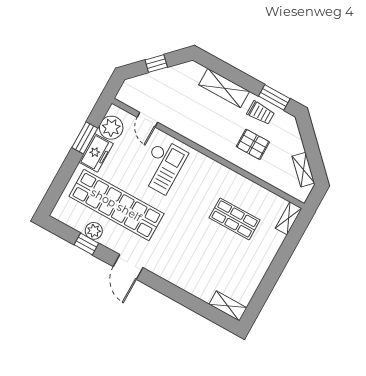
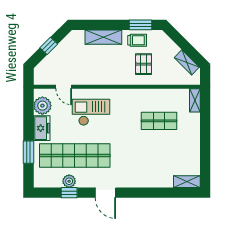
window: (85, 138) -> (28, 152), moved
pallet: (253, 144) -> (144, 64), turned 90
checkout: (162, 166) -> (91, 112), turned -90

